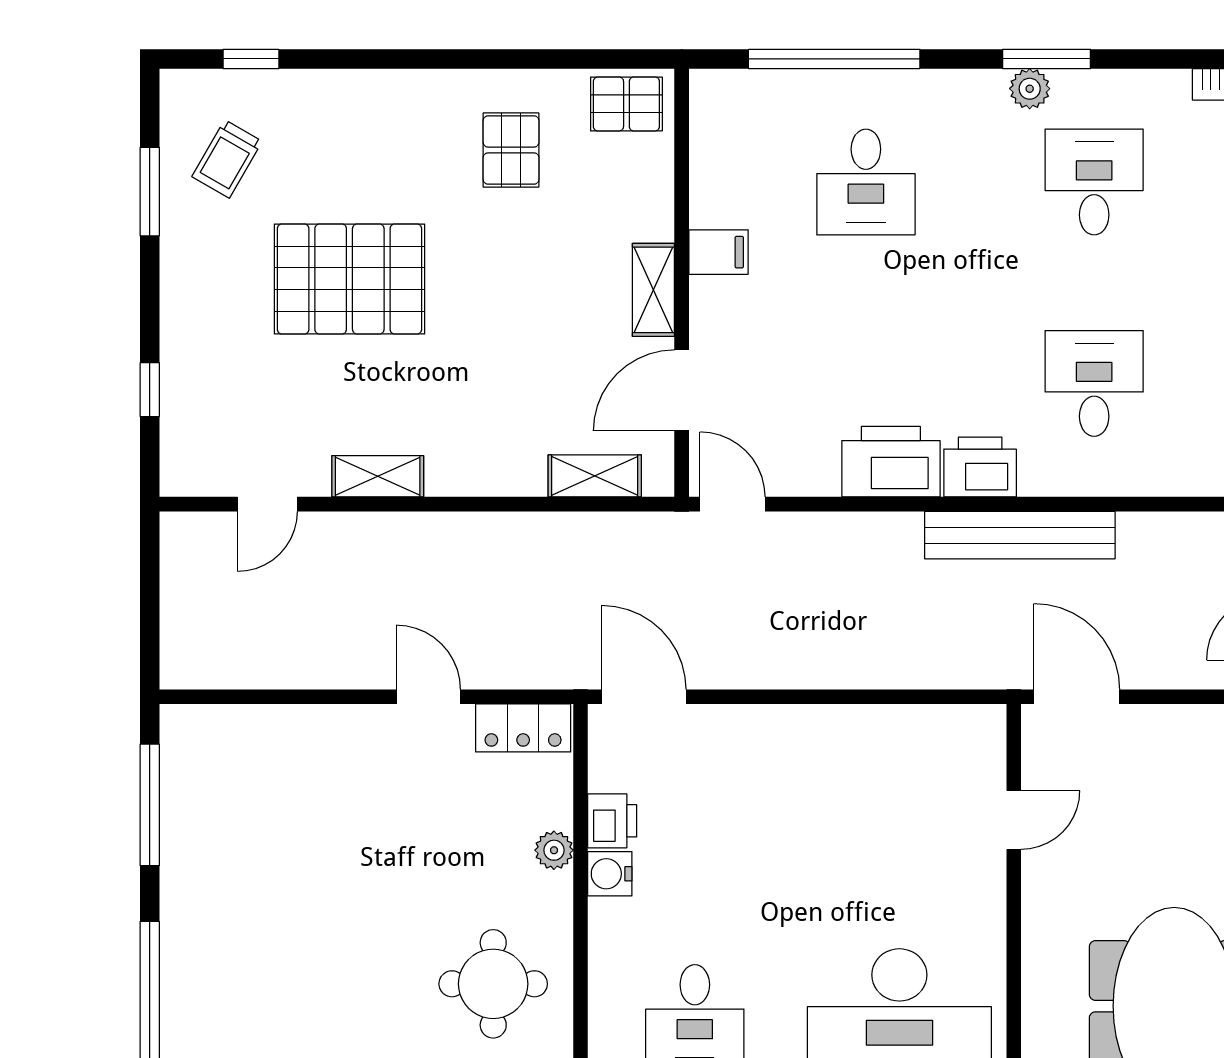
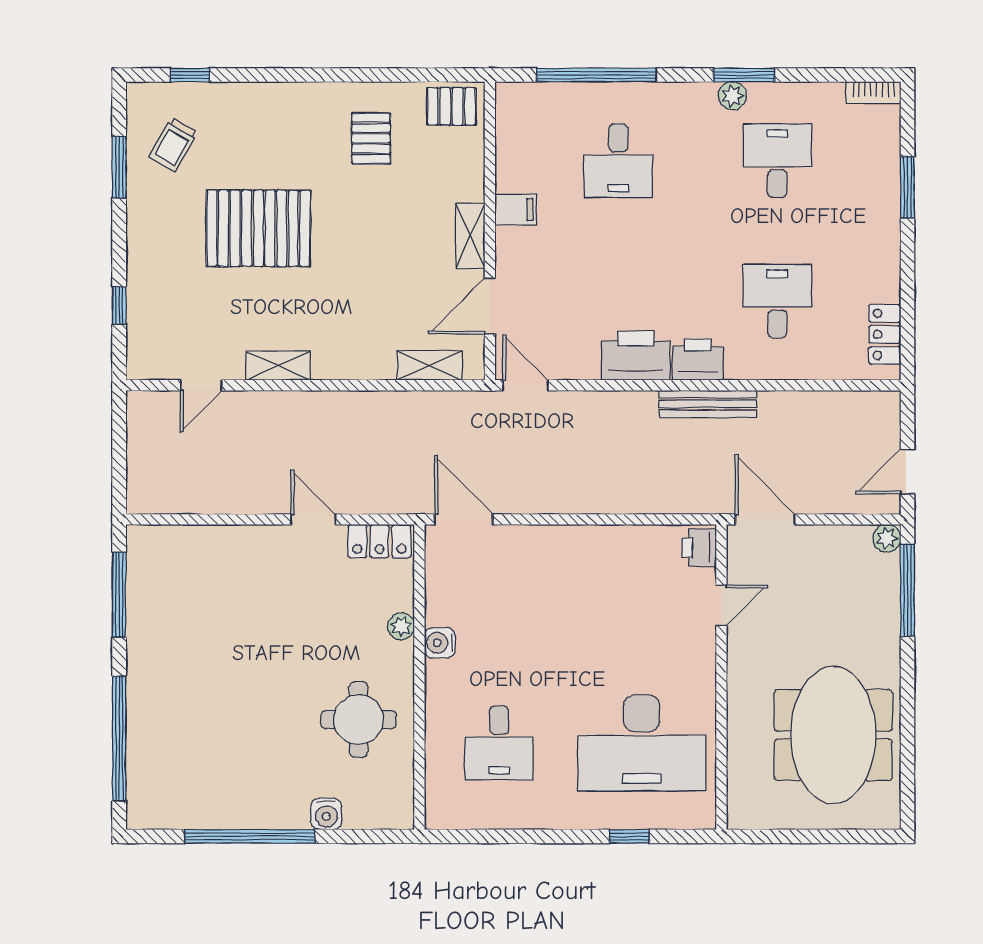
bench: (1020, 535) -> (708, 404), width x0.73, depth x0.82
printer: (612, 821) -> (699, 548), moved, turned 180

